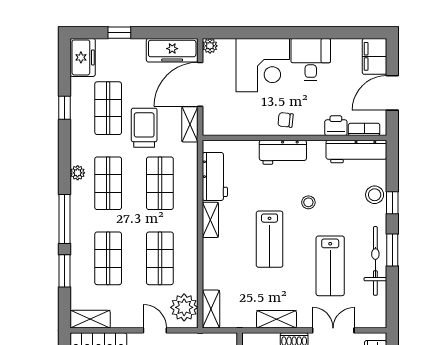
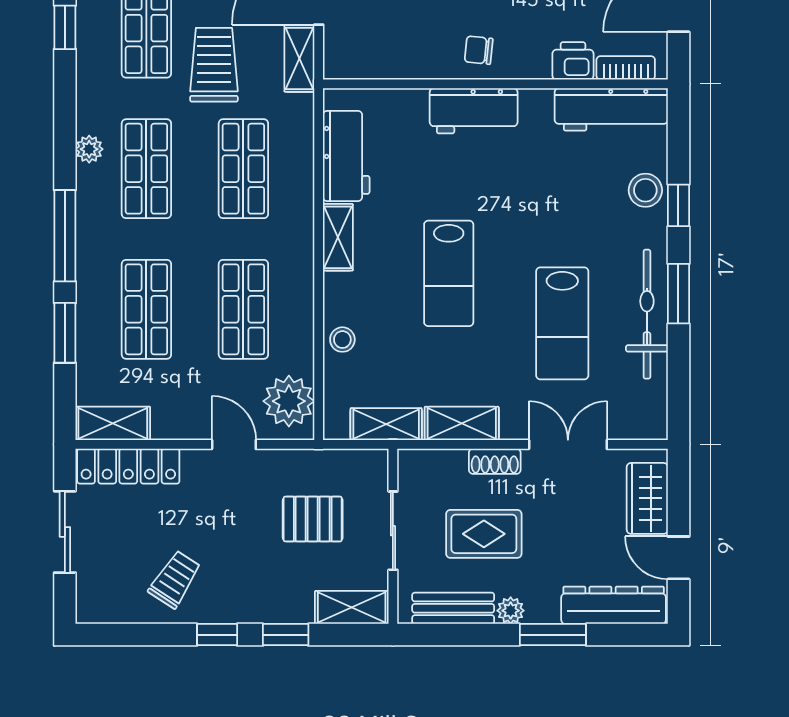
stool: (308, 202) -> (342, 340), moved
shelving: (211, 309) -> (386, 424), moved, turned 90

